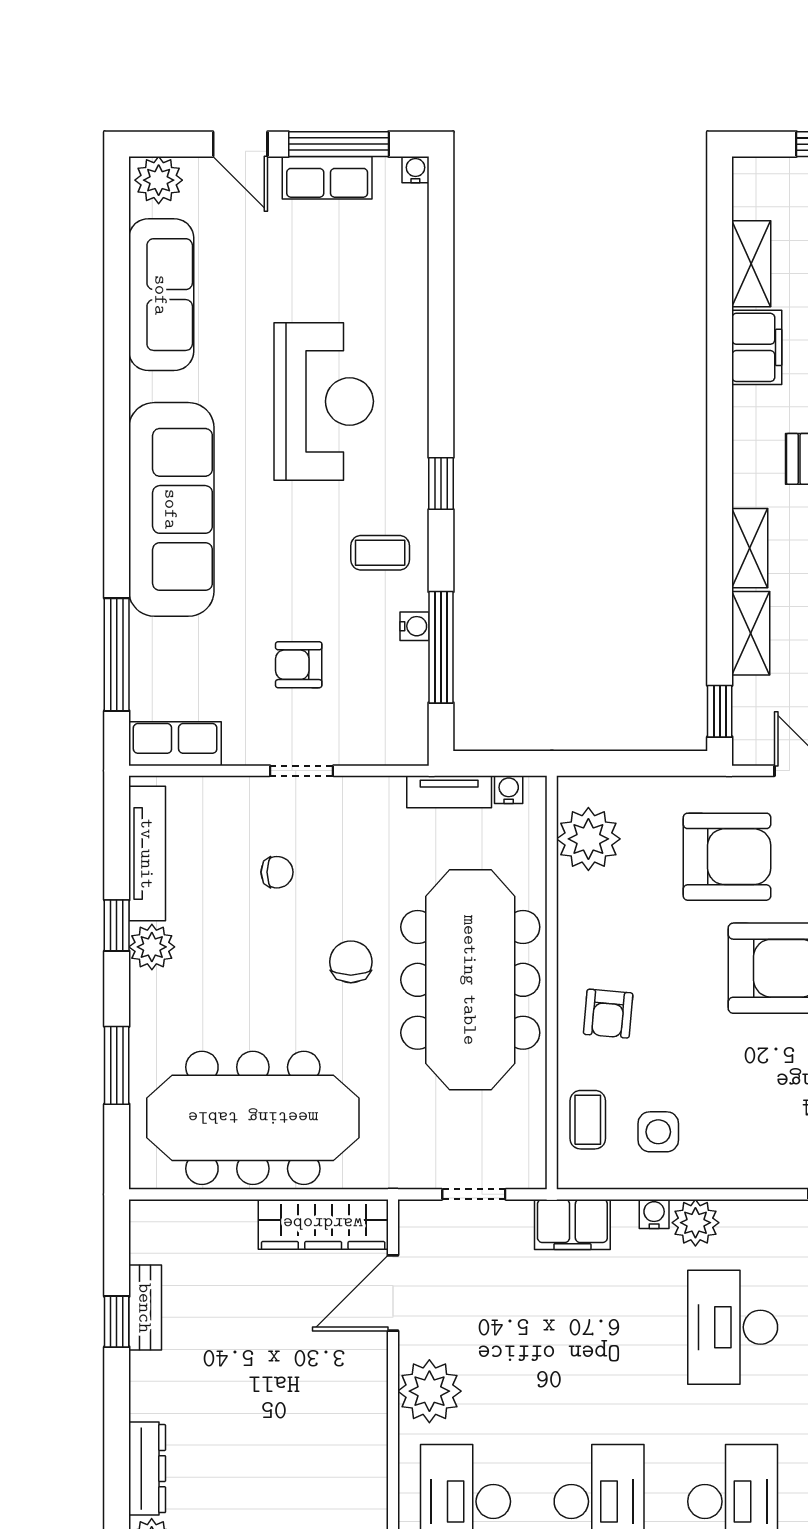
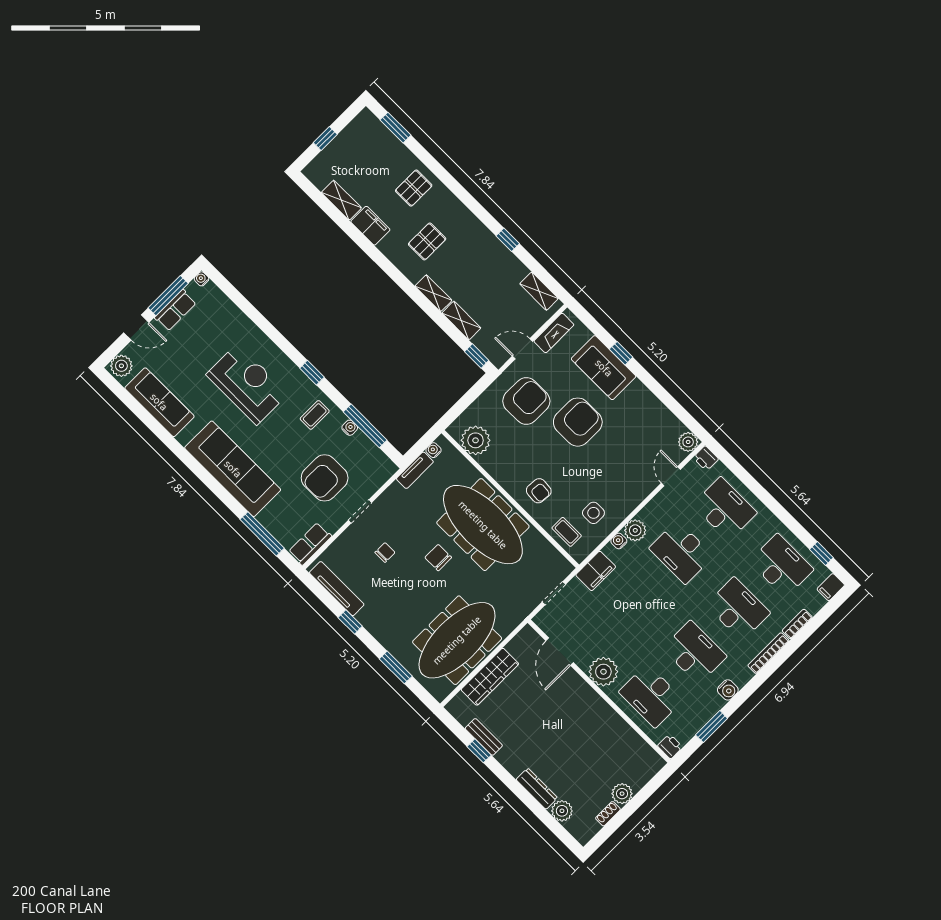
armchair: (299, 665) -> (325, 478), width x1.88, depth x1.88
plant: (152, 947) -> (369, 617), removed
wardrobe: (323, 1224) -> (490, 677), moved

